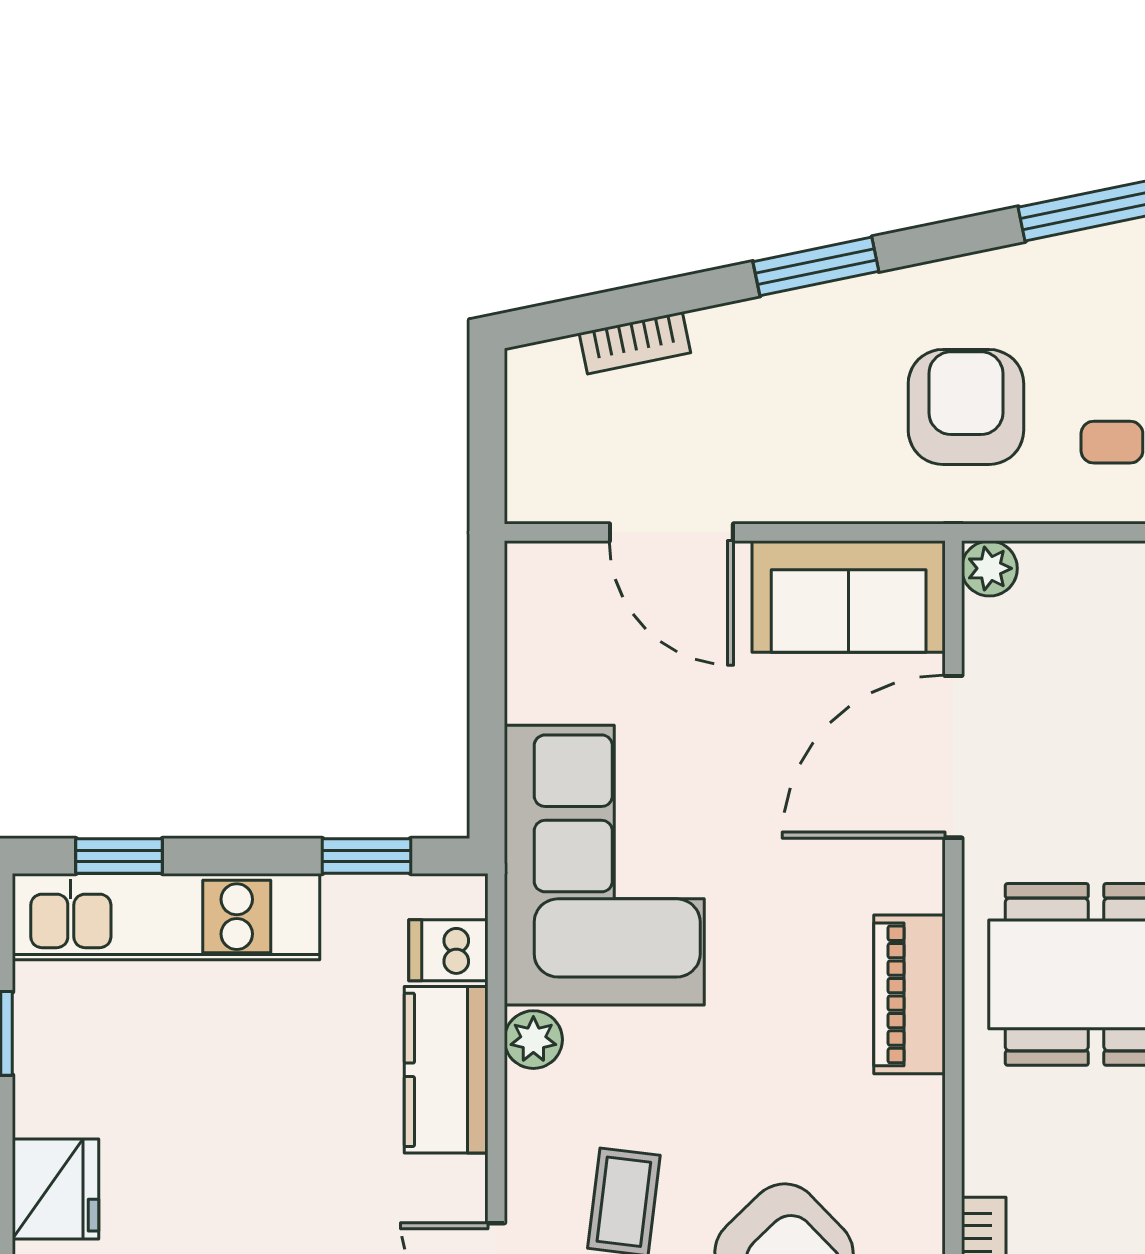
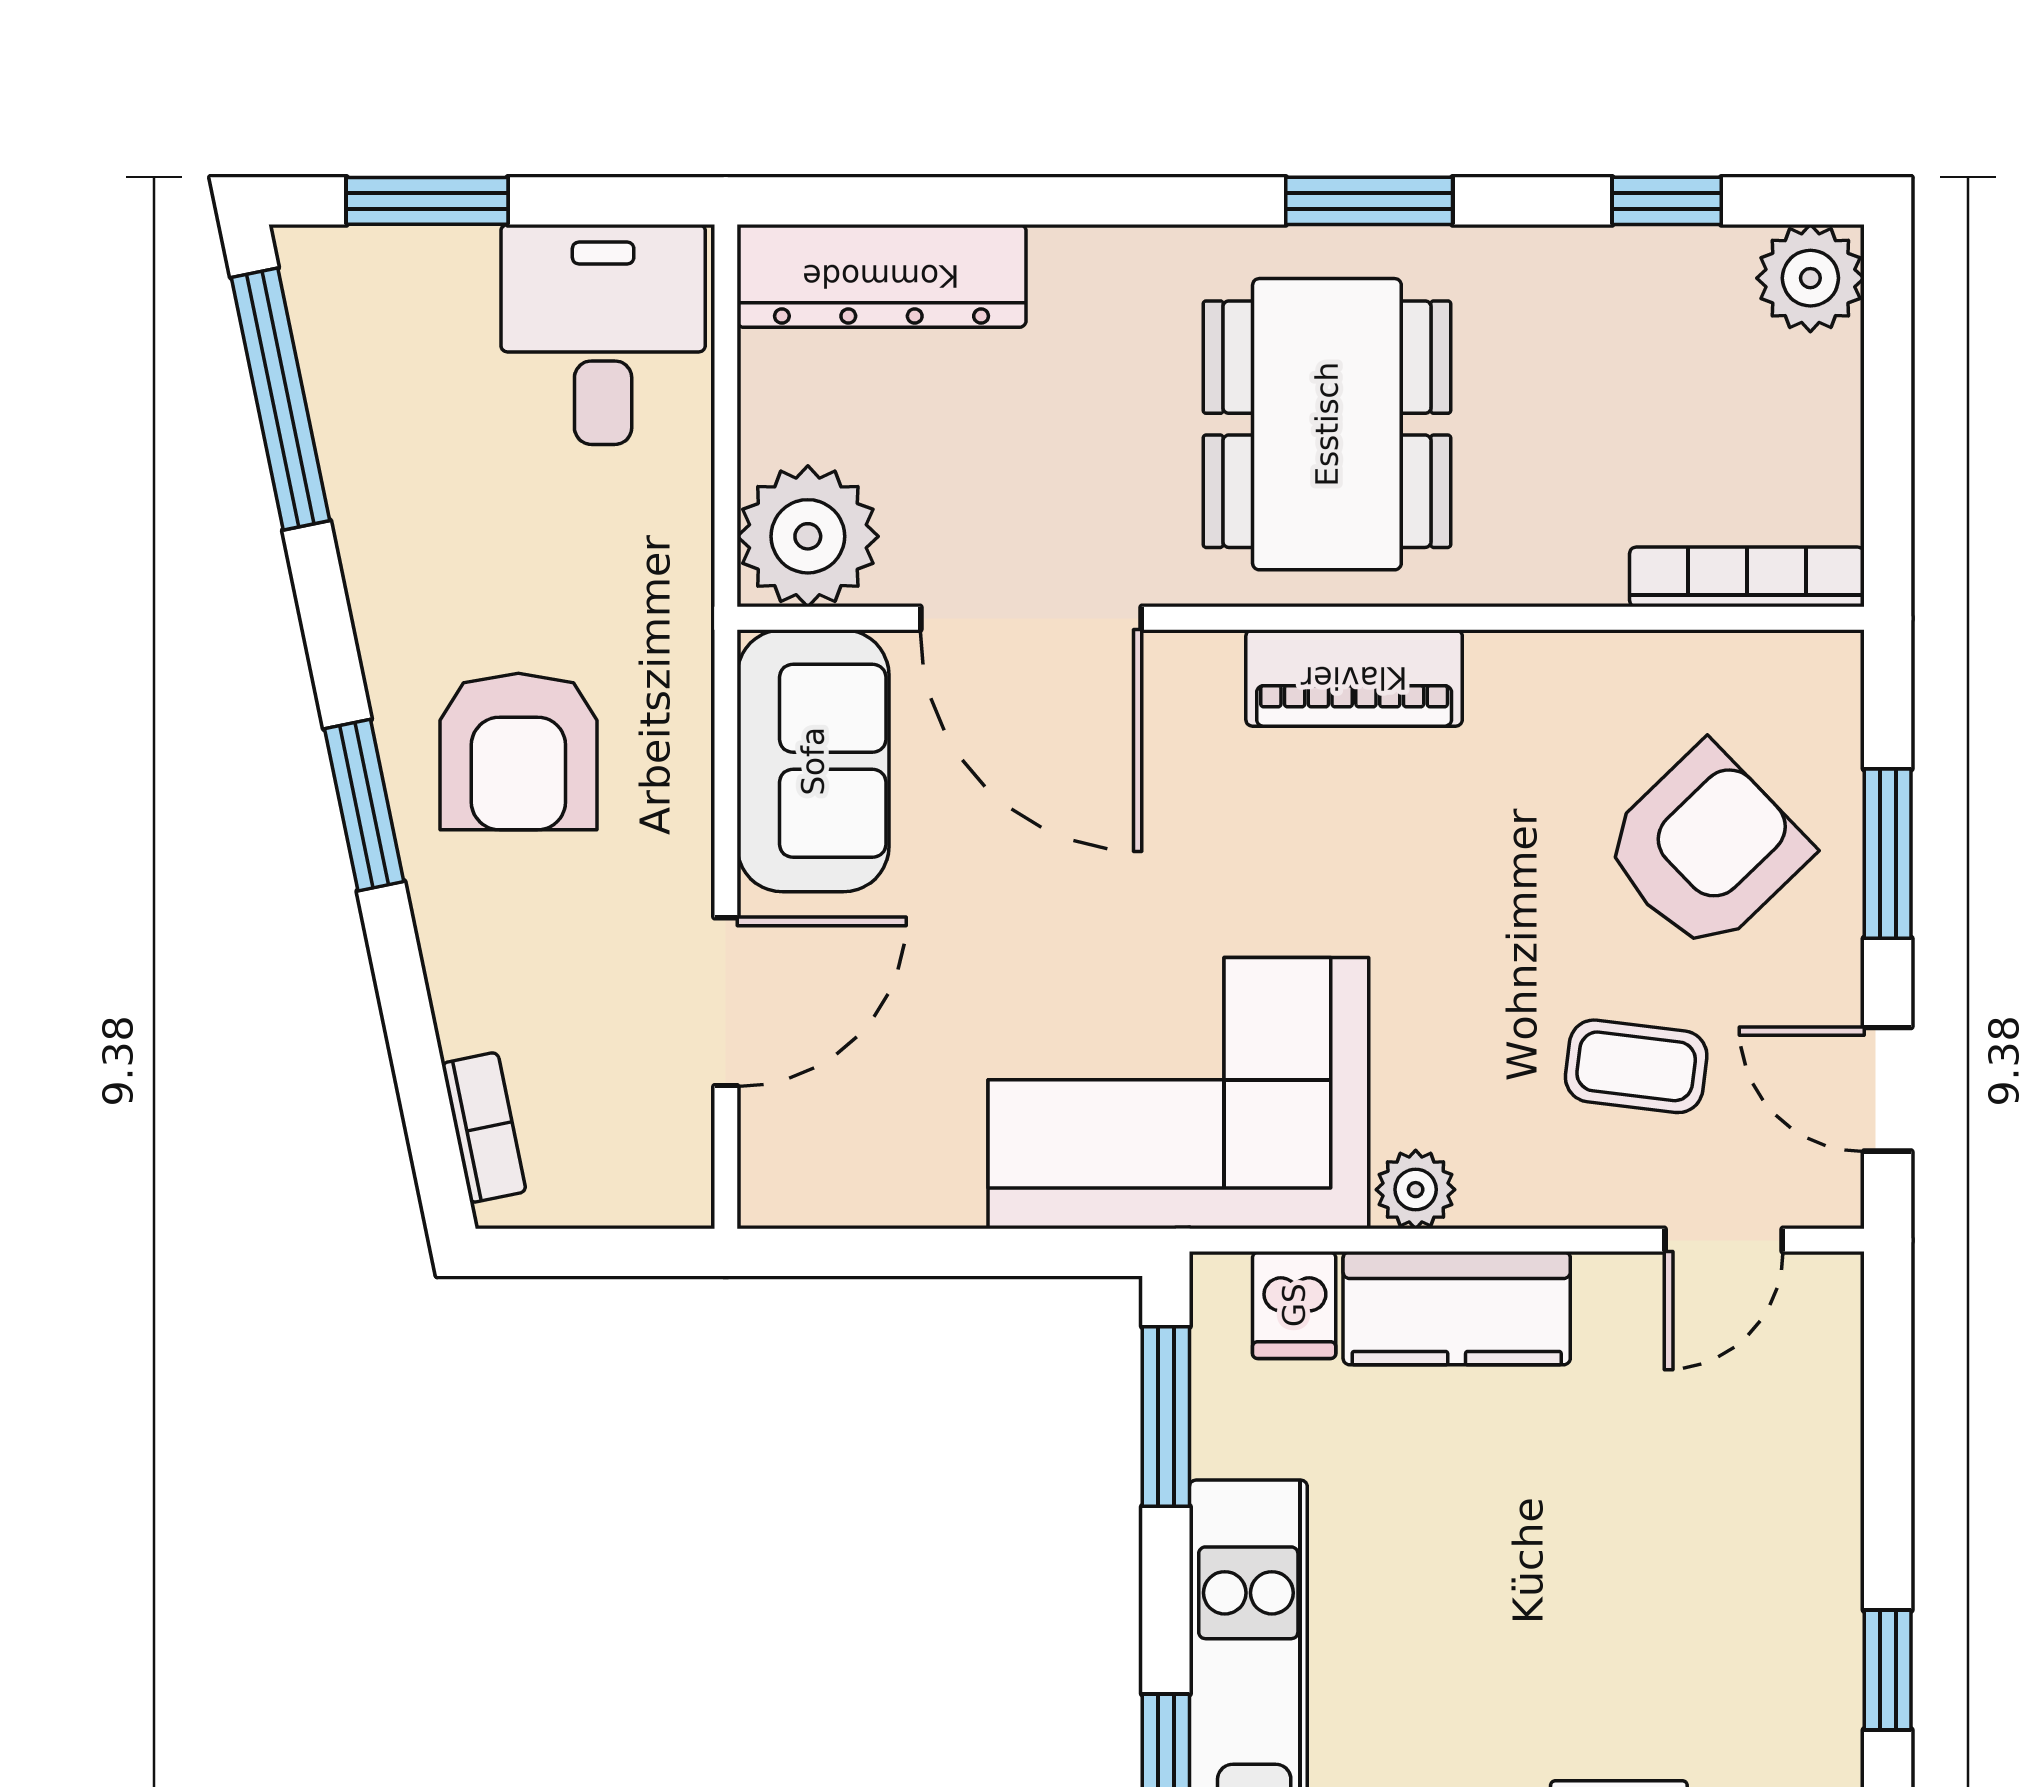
bookcase: (635, 343) -> (484, 1127), moved
armchair: (966, 407) -> (518, 752), moved, turned -90
plant: (989, 568) -> (808, 536), width x1.88, depth x1.88
window: (366, 856) -> (1166, 1416), width x1.50

